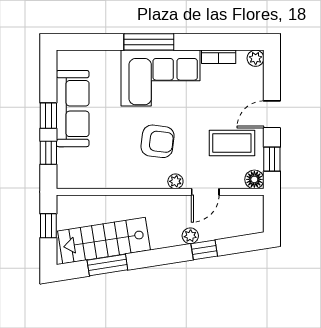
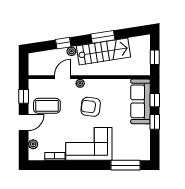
window: (149, 42) -> (125, 165), moved
plant: (256, 58) -> (33, 144), moved
sofa: (73, 109) -> (140, 101), moved
floor lamp: (254, 179) -> (34, 84), removed
stairs: (104, 241) -> (103, 51), moved
window: (107, 265) -> (103, 37), moved

